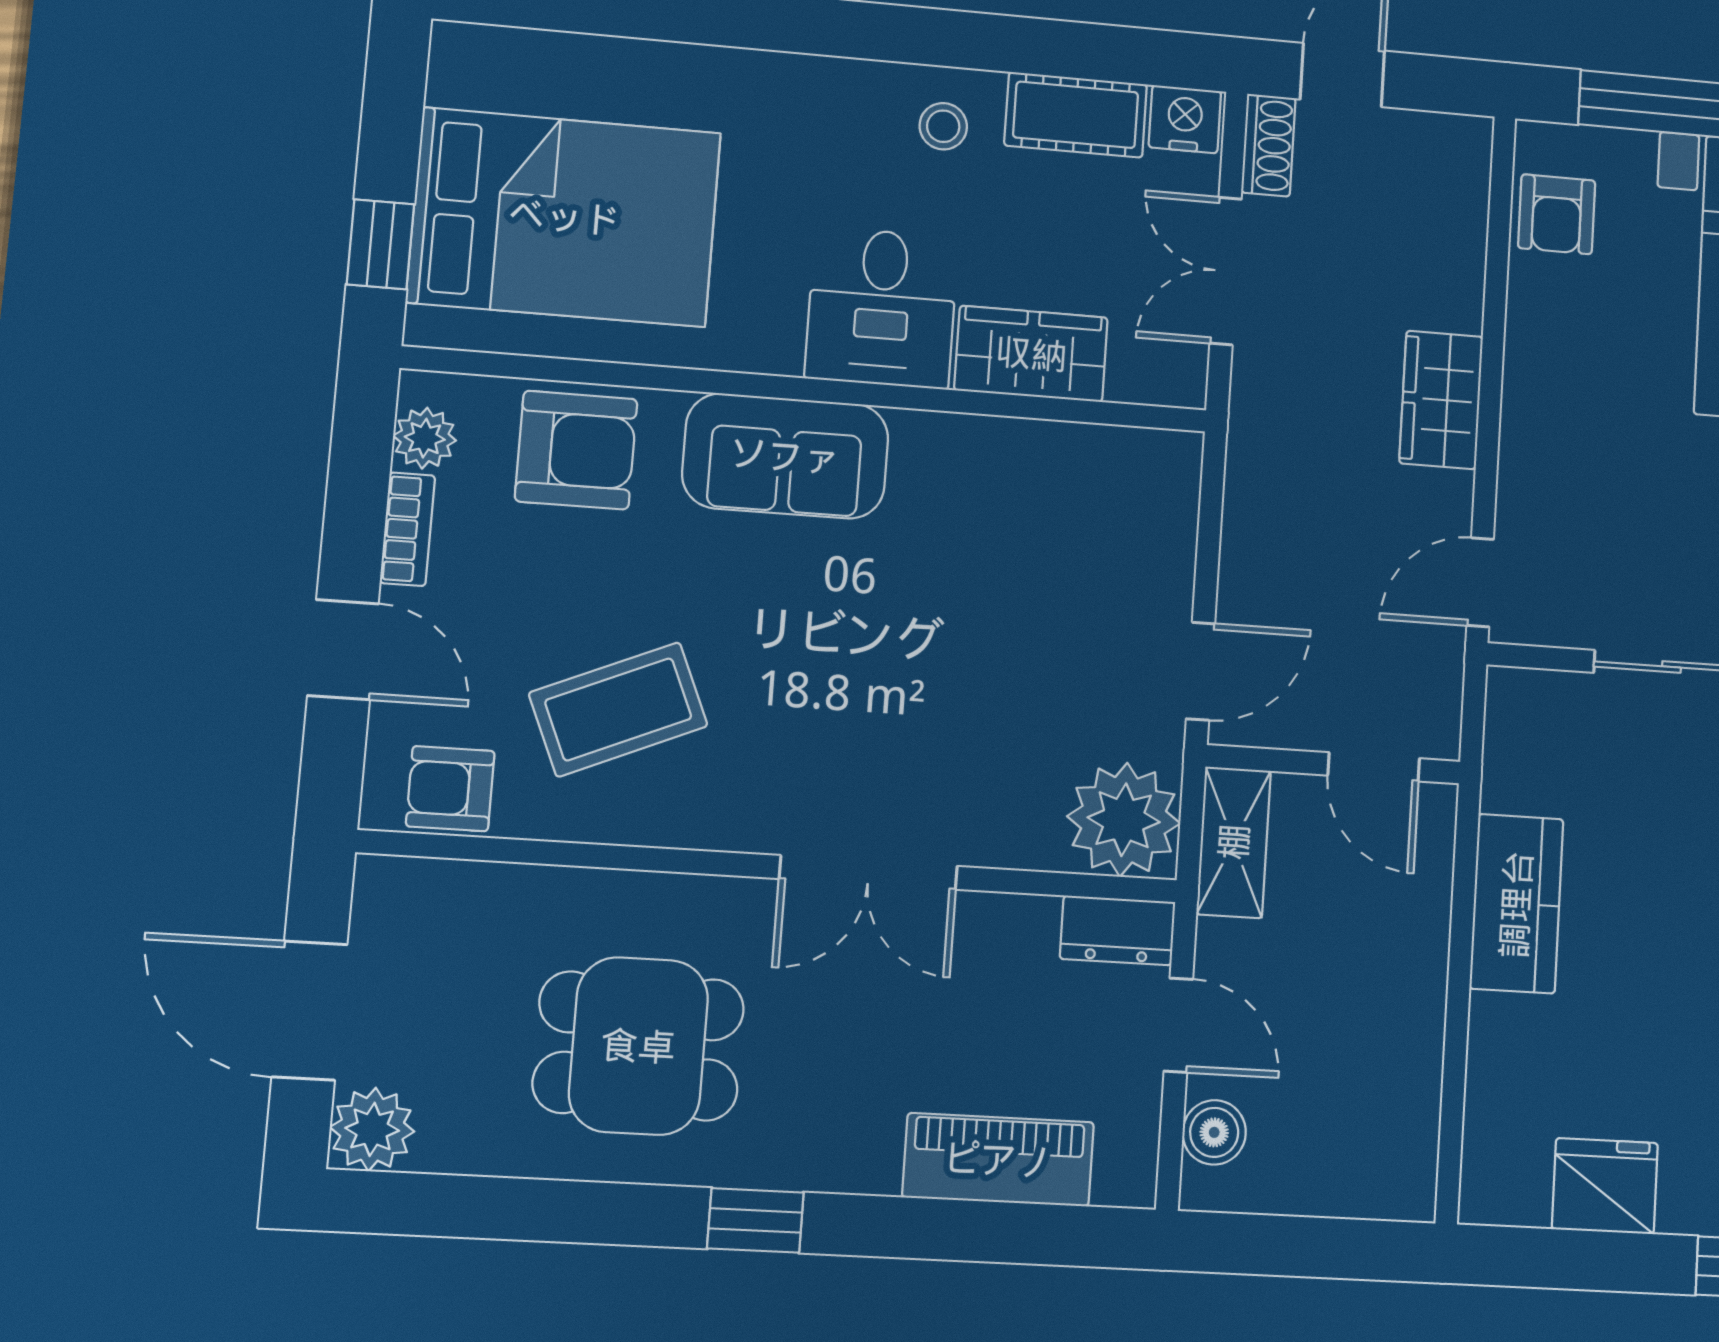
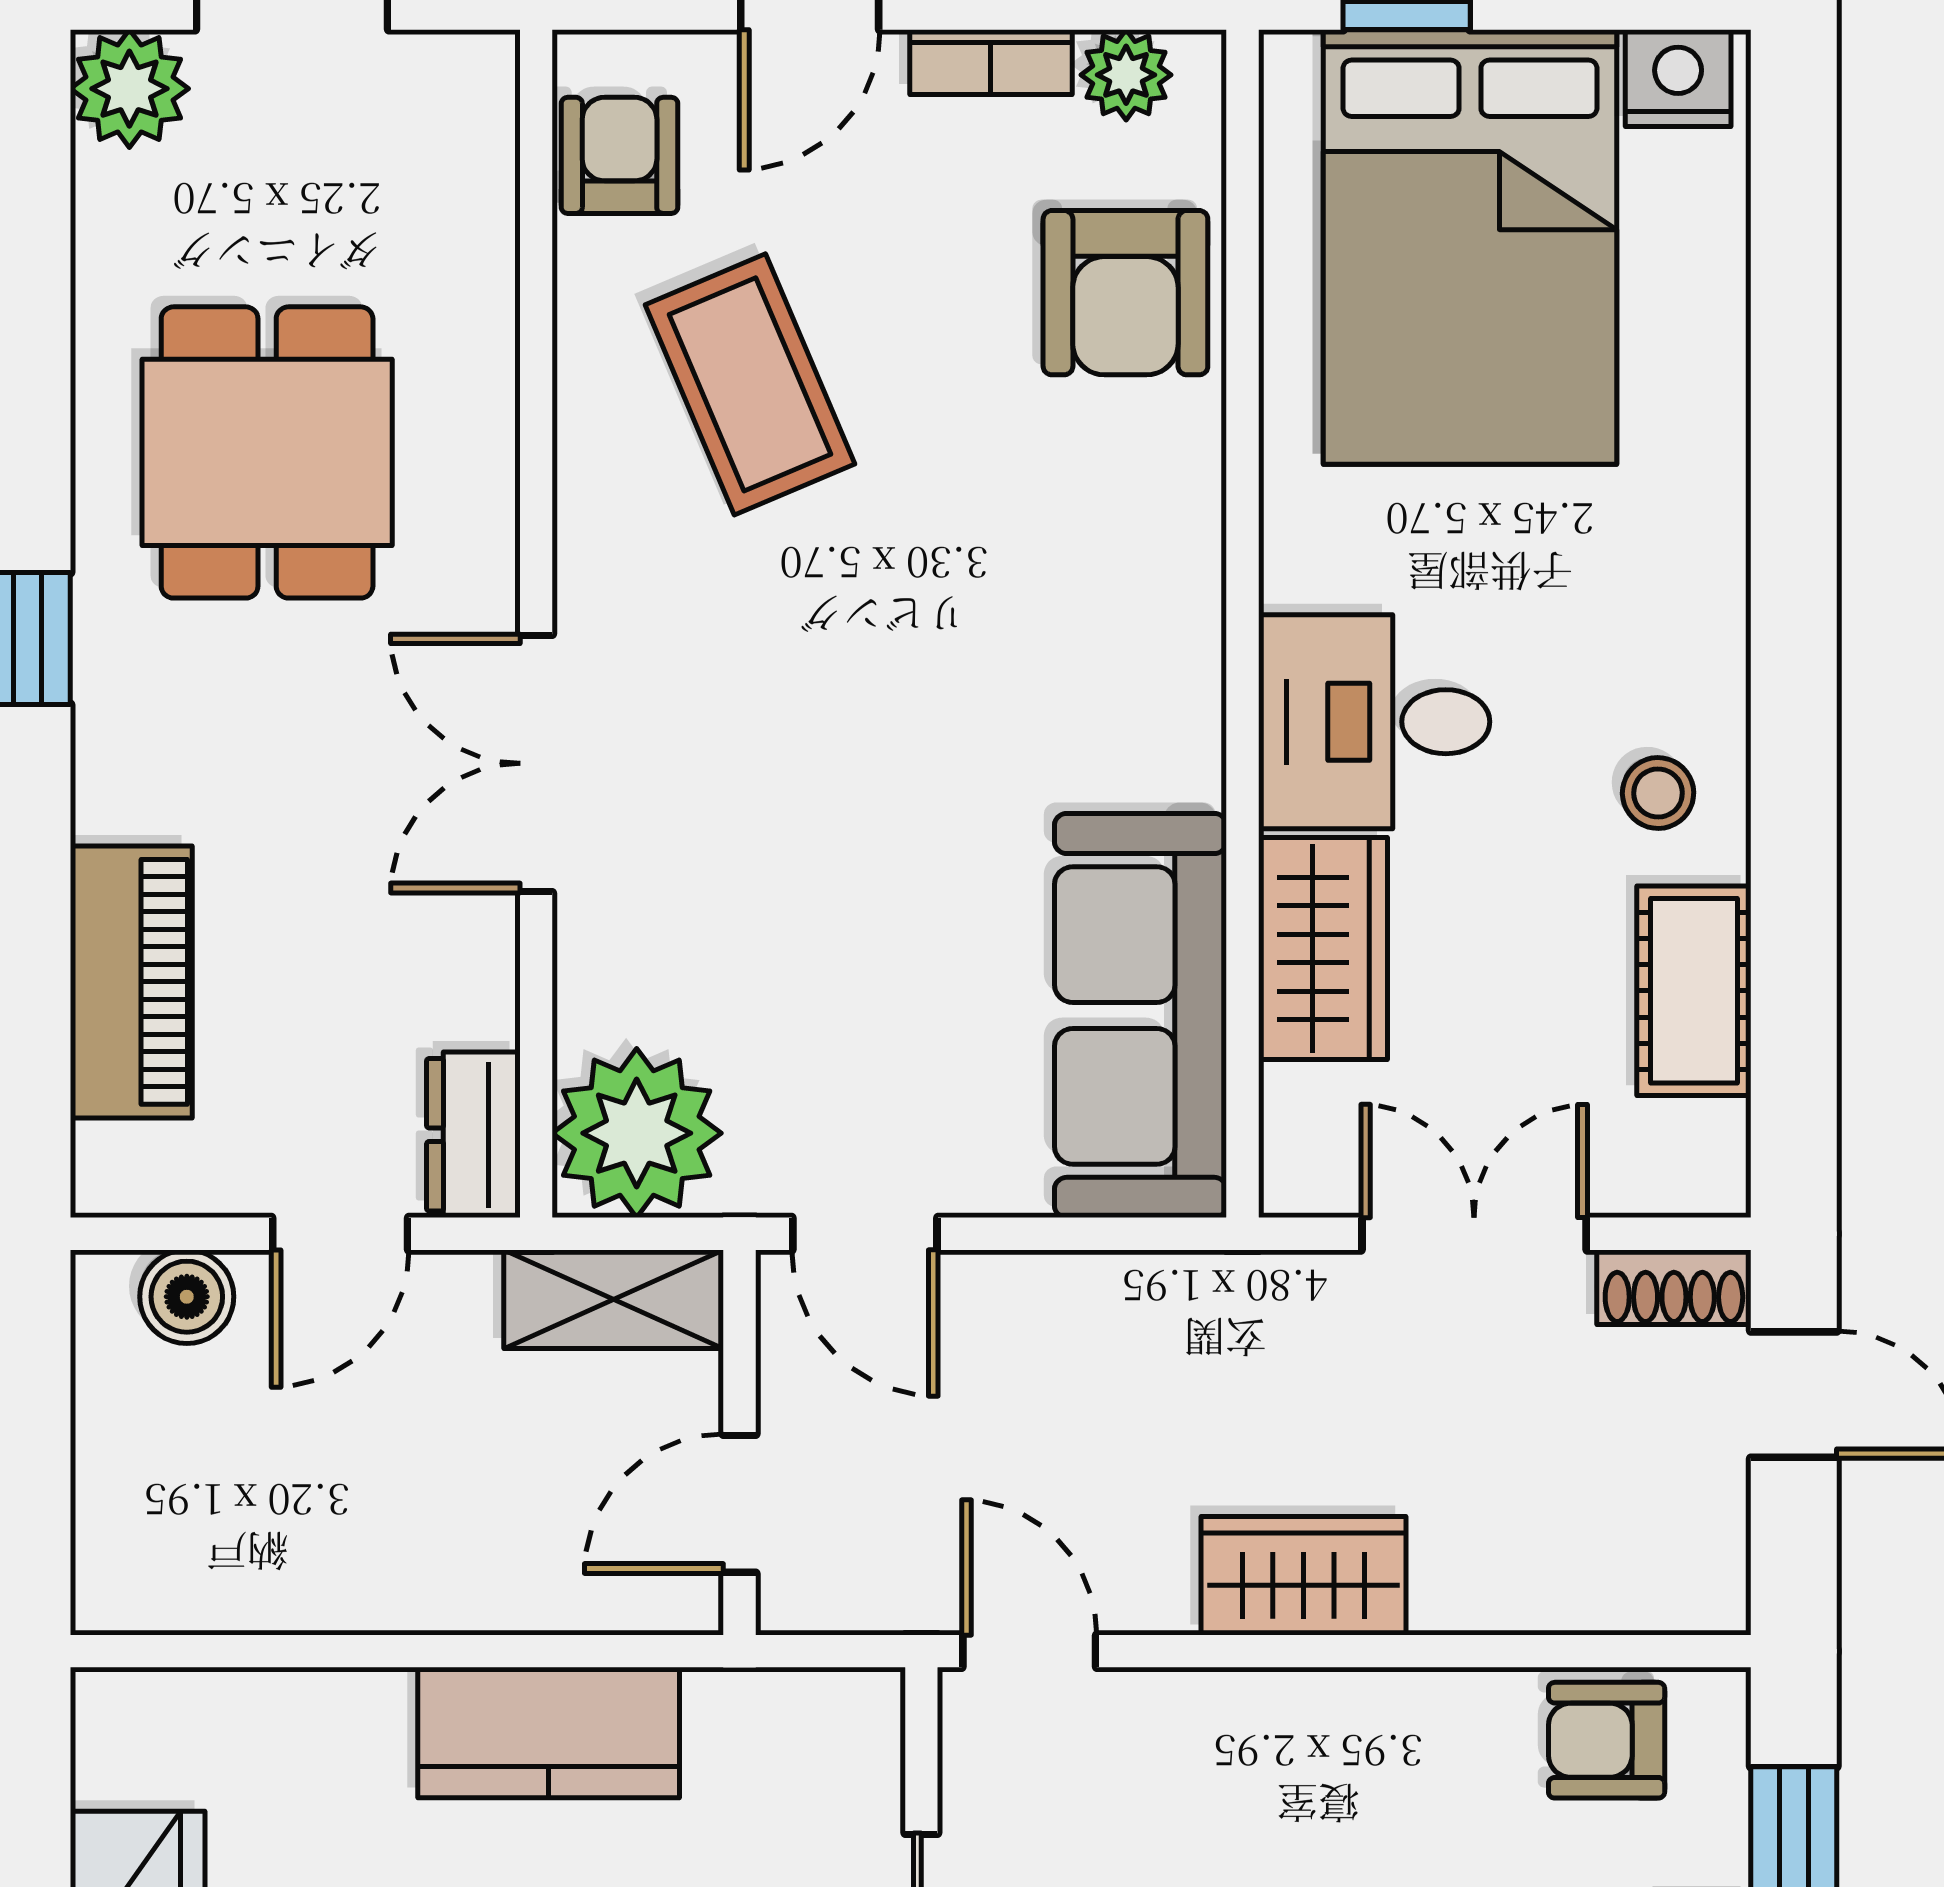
nightstand: (1185, 119) -> (1678, 78), moved, turned -90
sofa: (785, 456) -> (1141, 1015), moved, width x1.36

